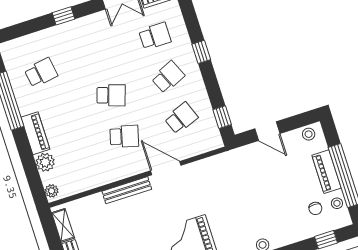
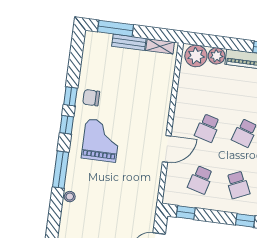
school desk: (181, 118) -> (200, 180), turned 36
bench: (127, 190) -> (164, 110), removed
plant: (52, 191) -> (196, 56), width x1.87, depth x1.87

